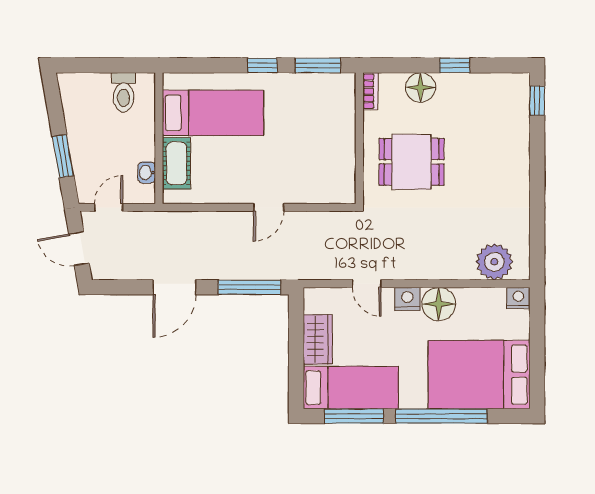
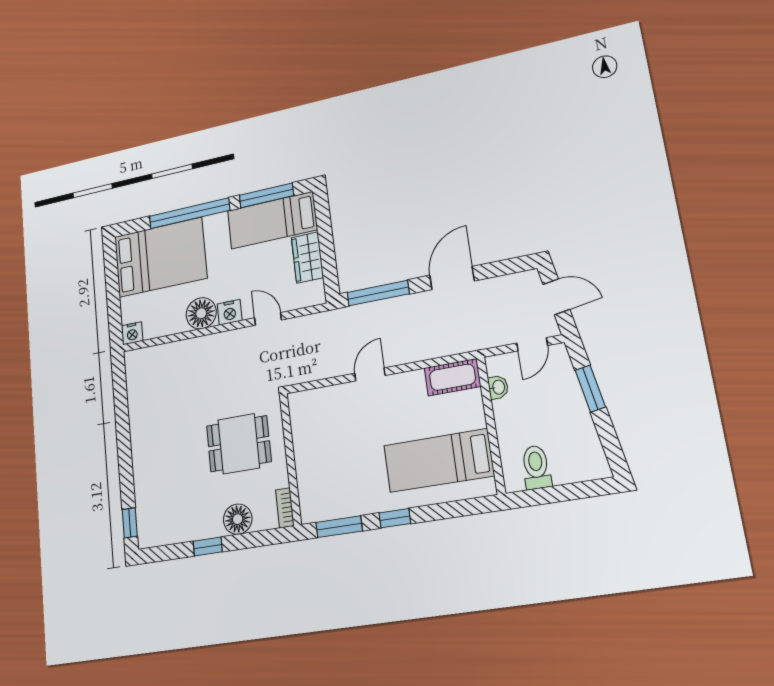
cot: (176, 163) -> (452, 377), moved, turned 90
plant: (494, 262) -> (156, 362), removed

